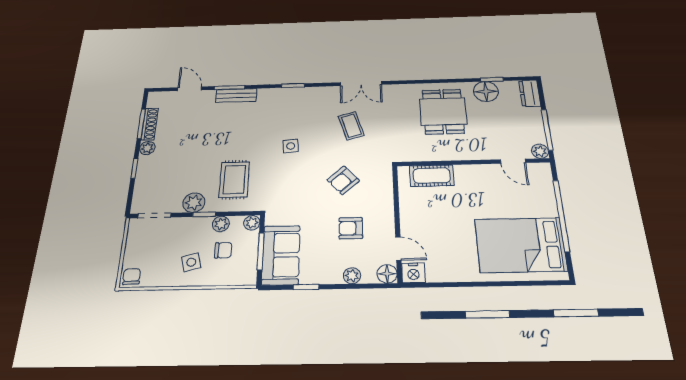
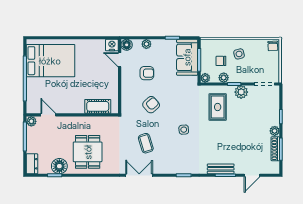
door: (189, 89) -> (252, 175), hinge flipped

